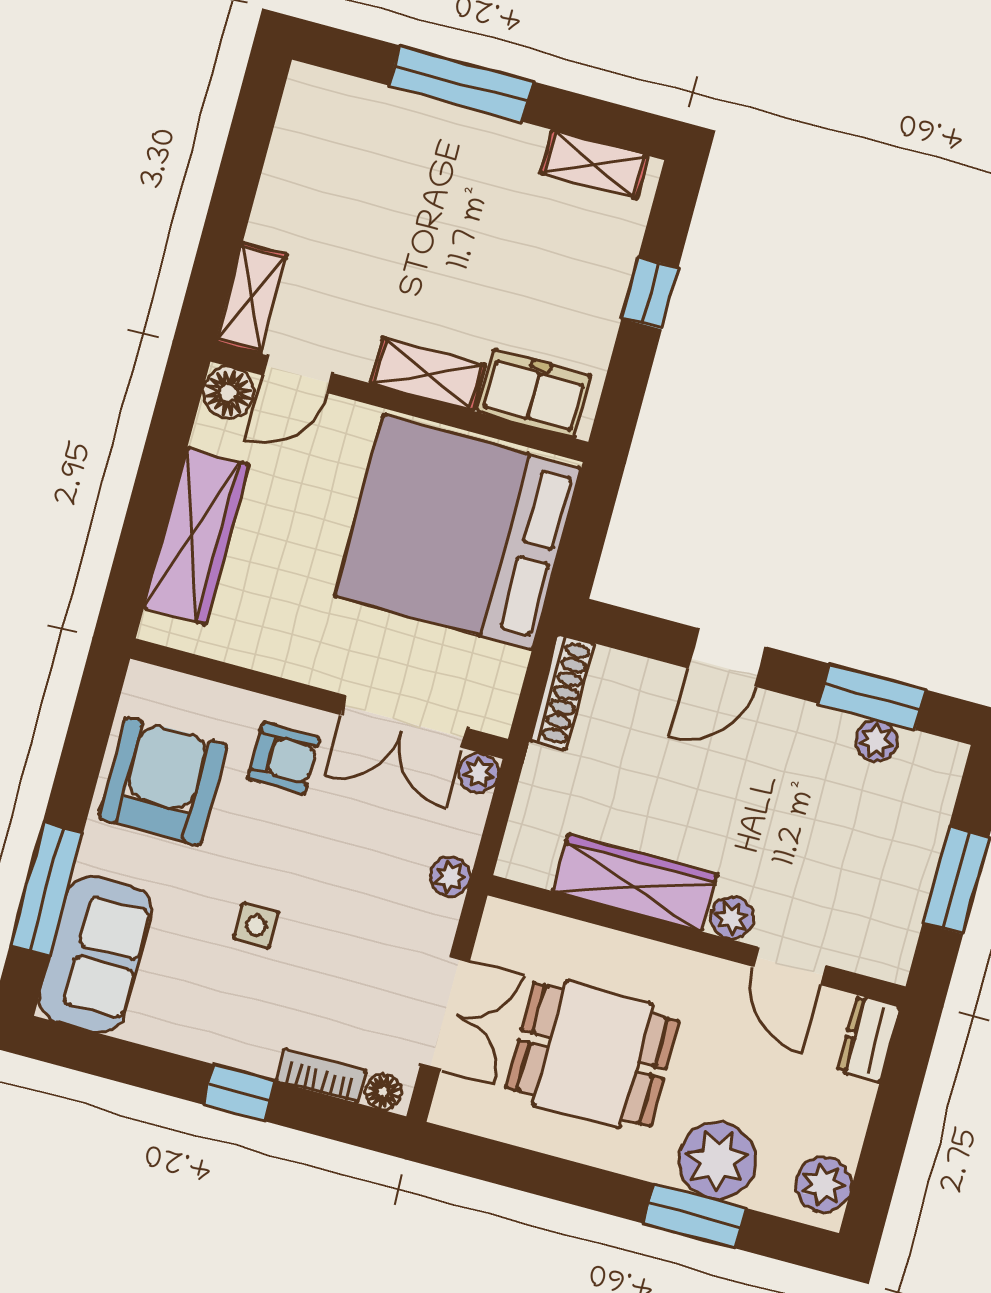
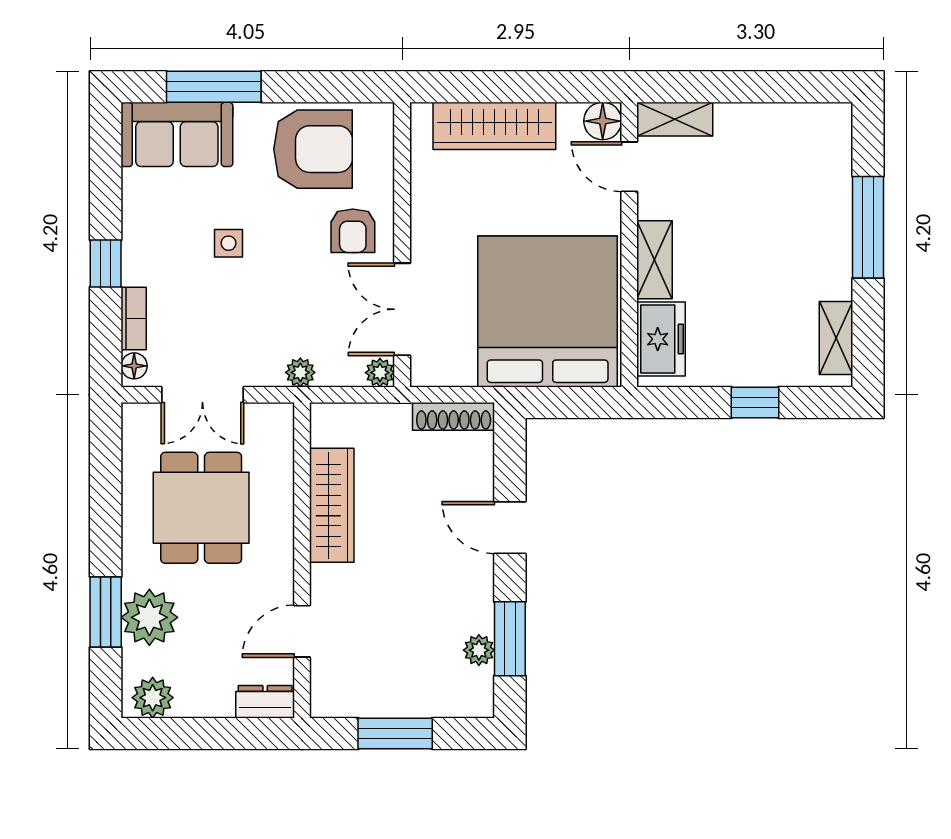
plant: (732, 918) -> (325, 581), removed

